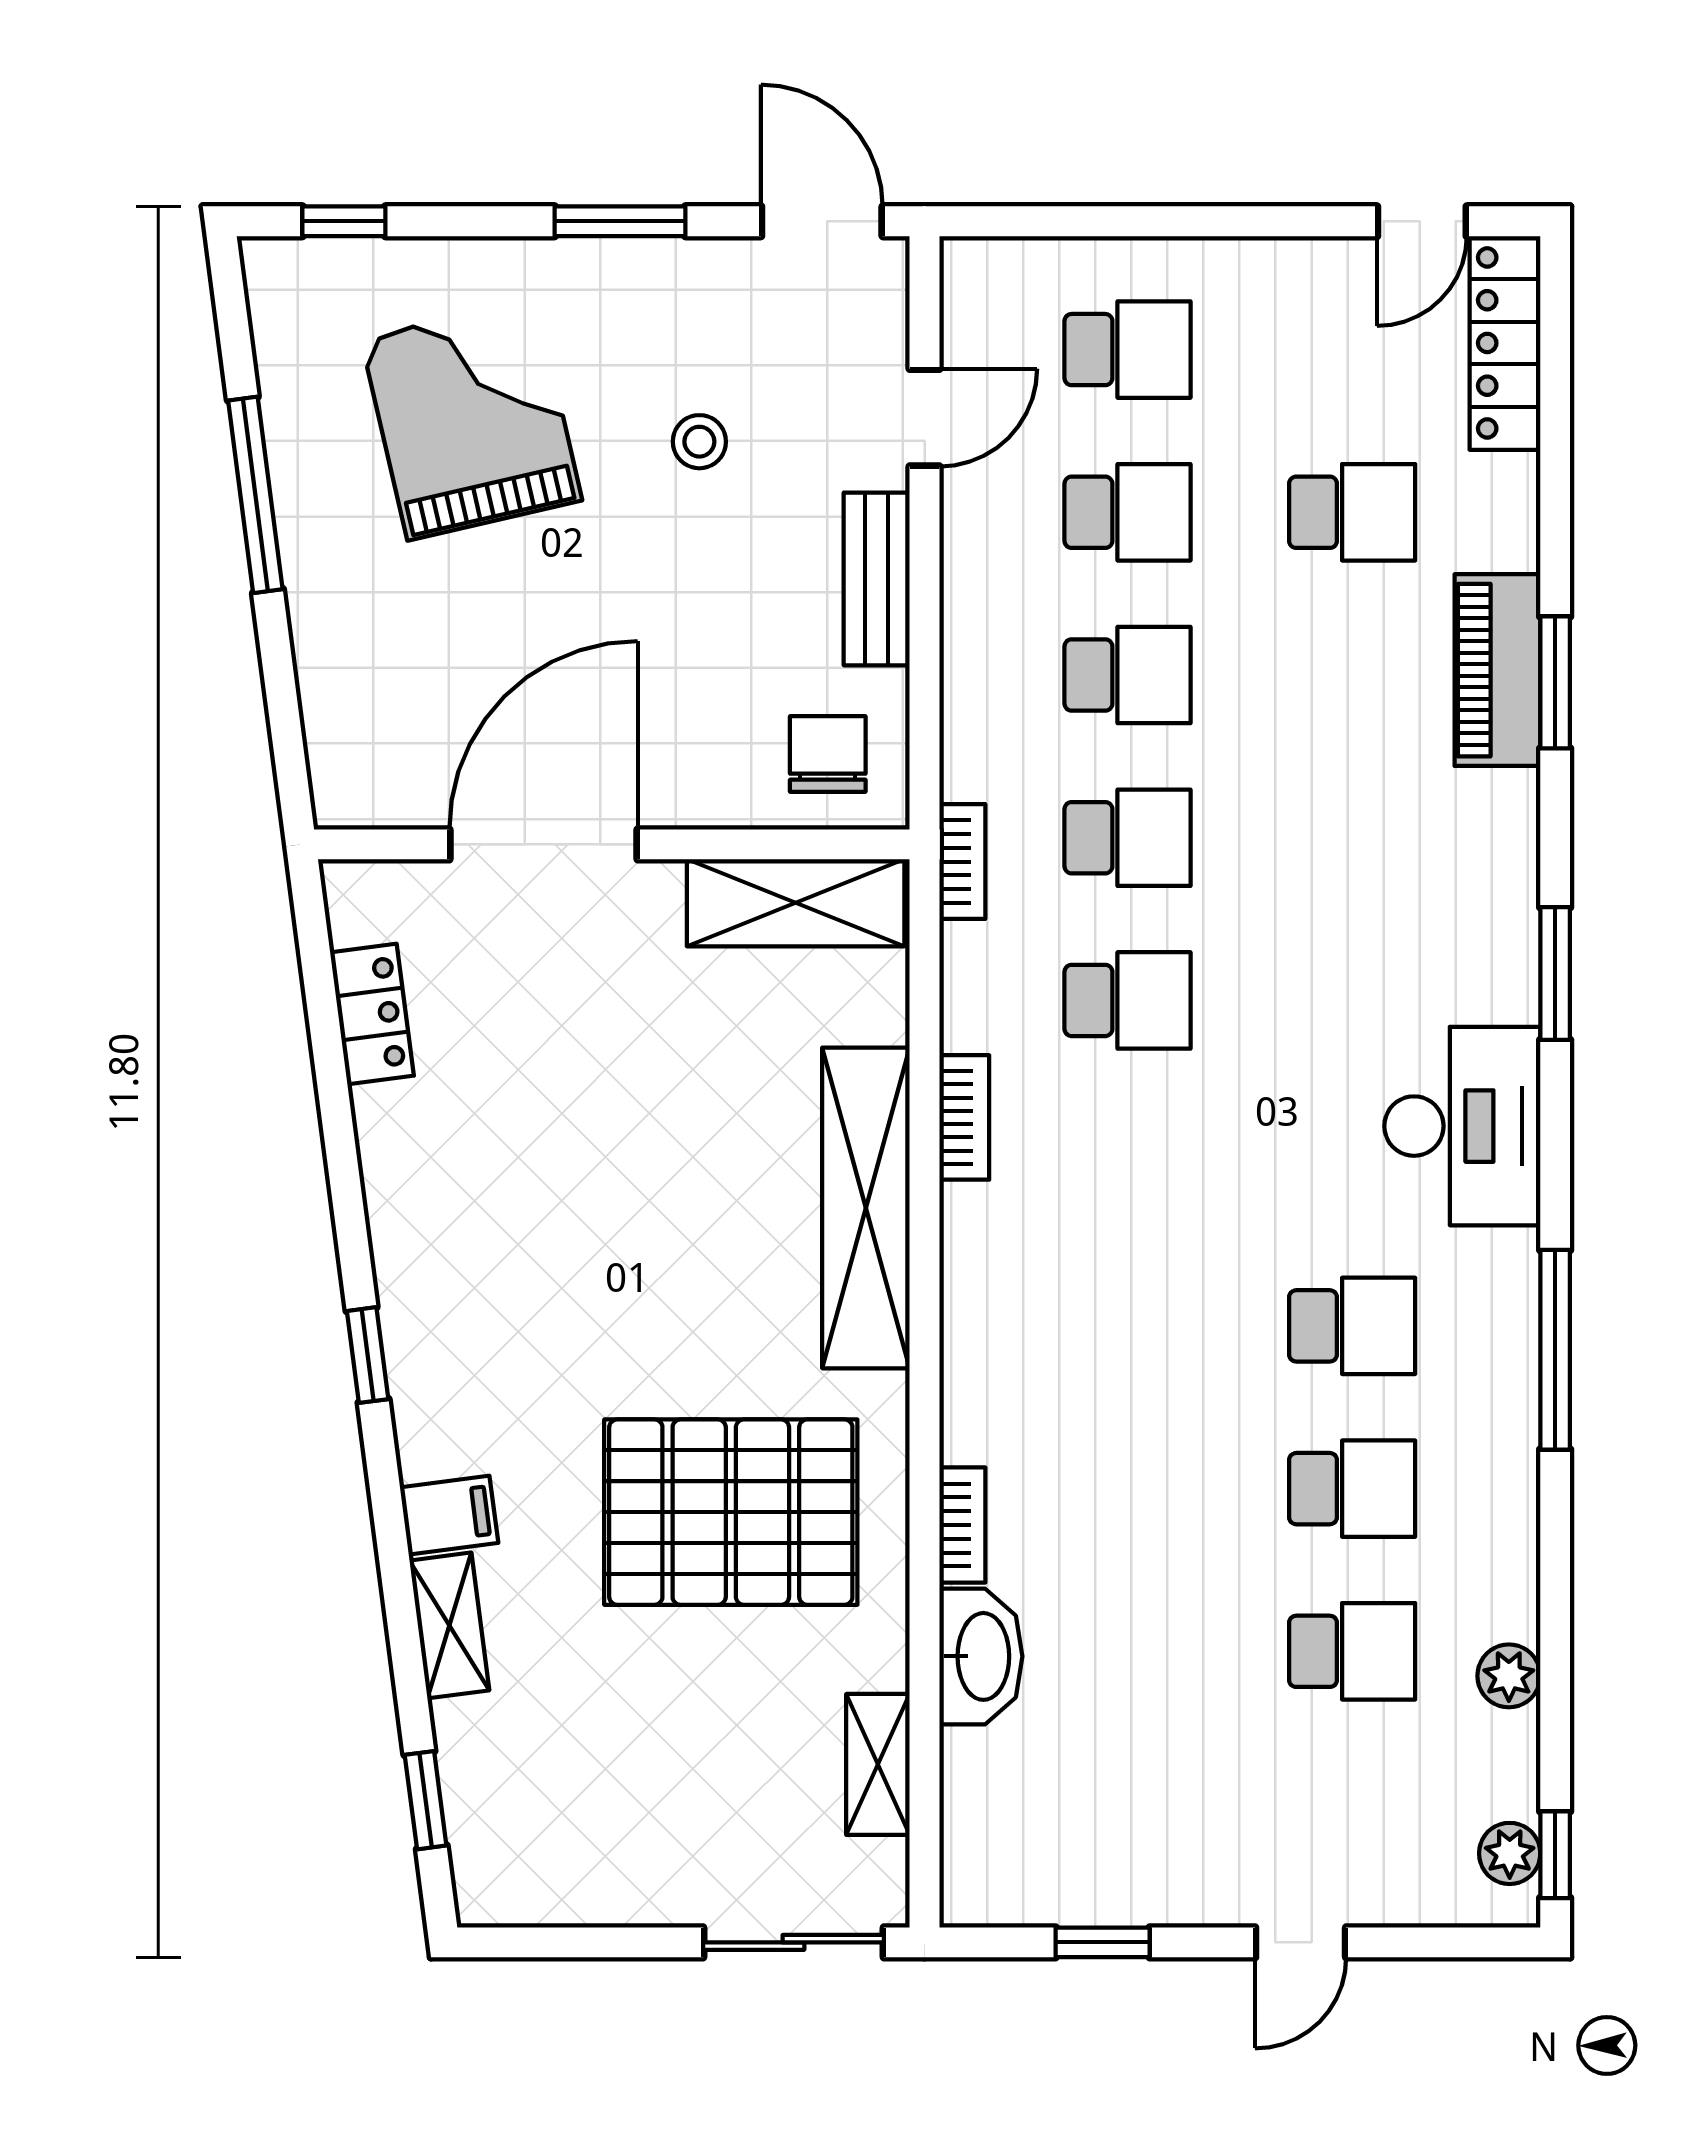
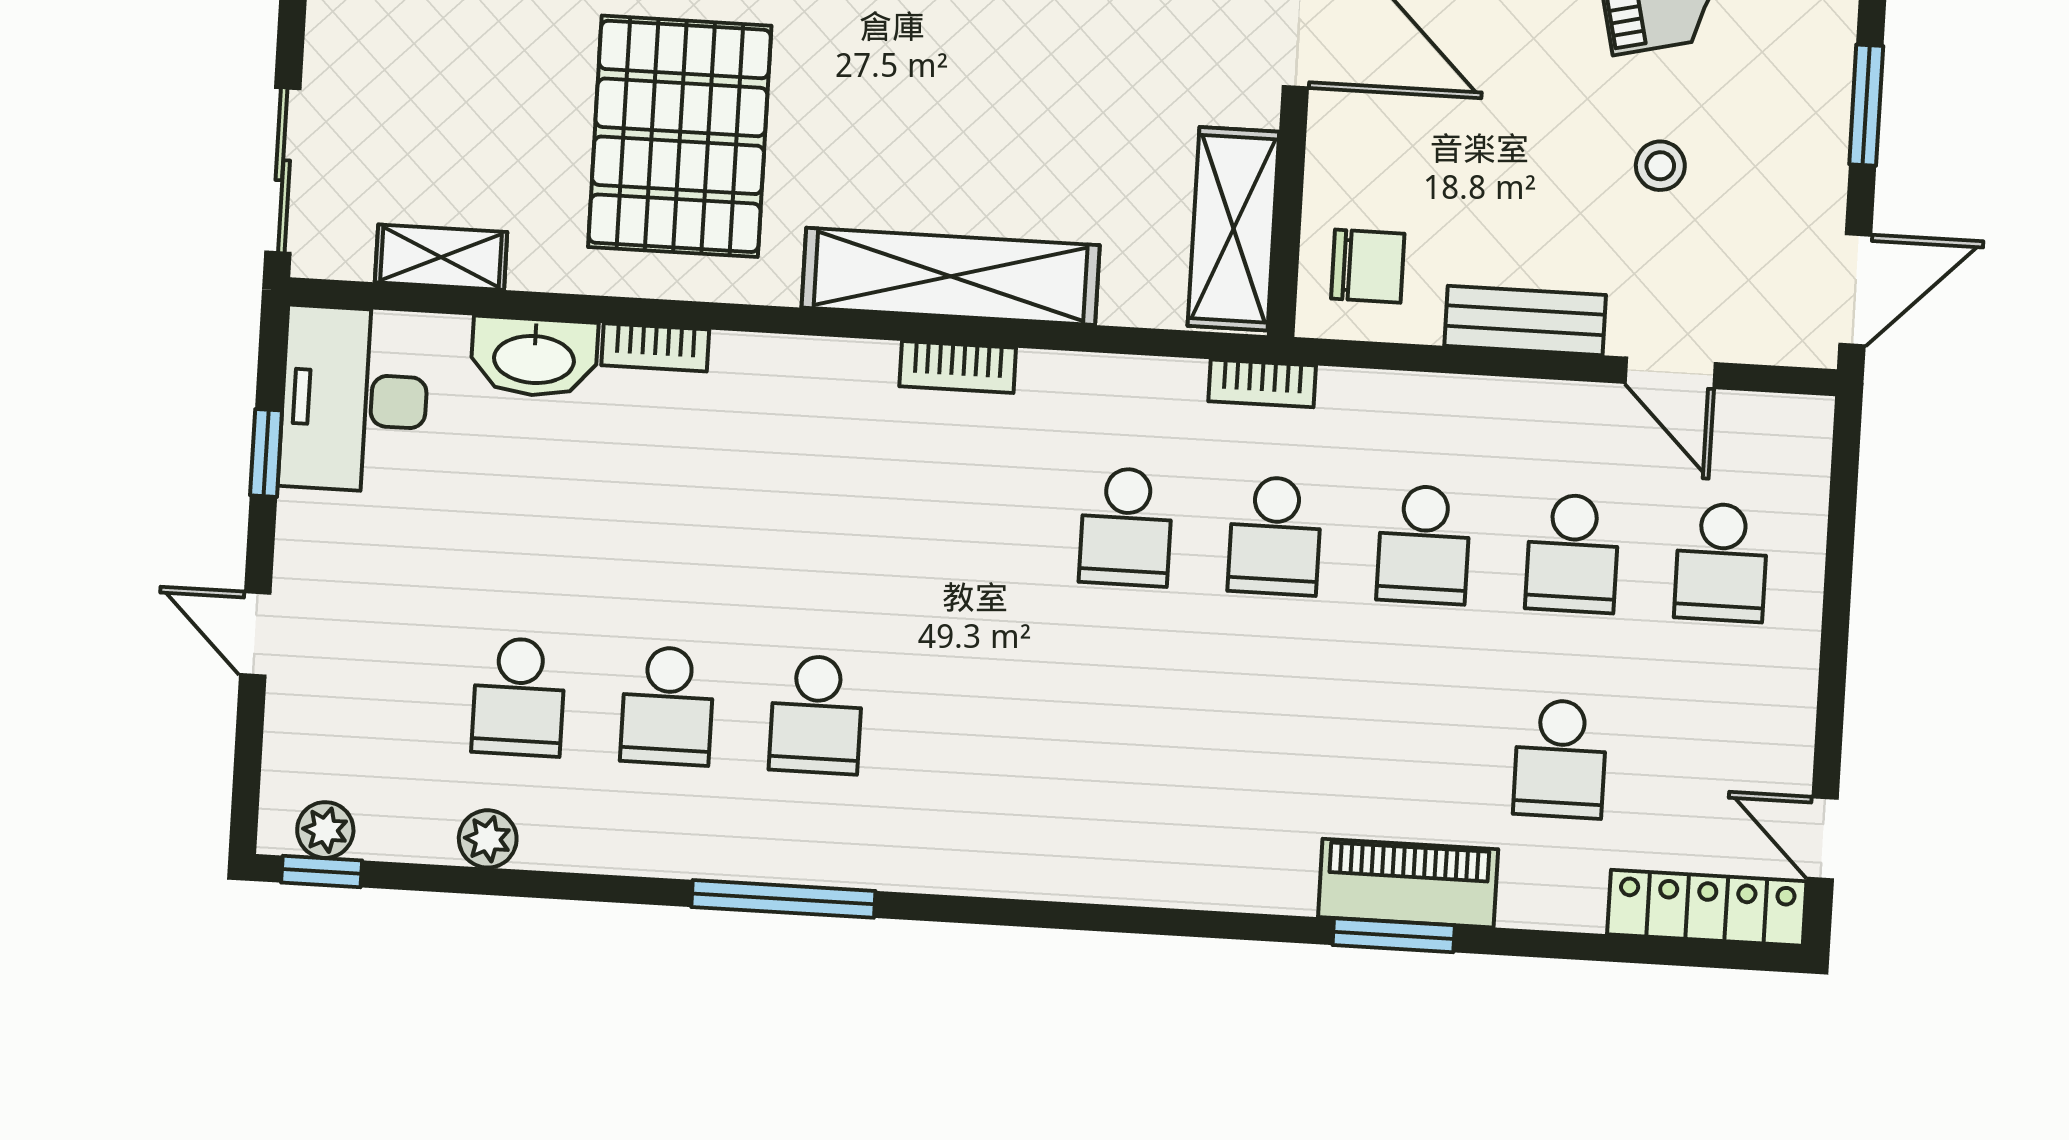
window: (1555, 974) -> (1127, 919), removed
bookcase: (964, 1117) -> (958, 367), moved
desk: (1462, 1126) -> (354, 399), moved, turned 90

